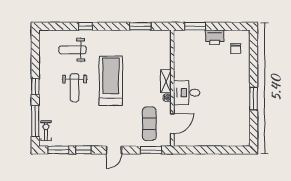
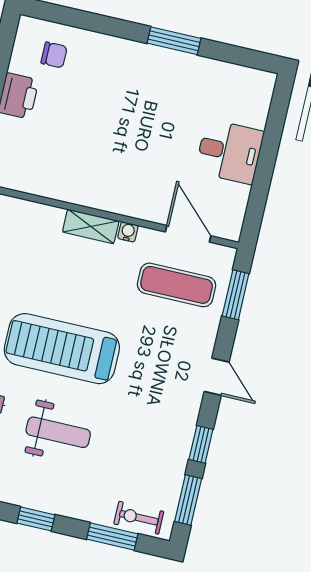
desk: (187, 93) -> (229, 152), moved, turned -90
window: (35, 121) -> (112, 537), width x0.69

